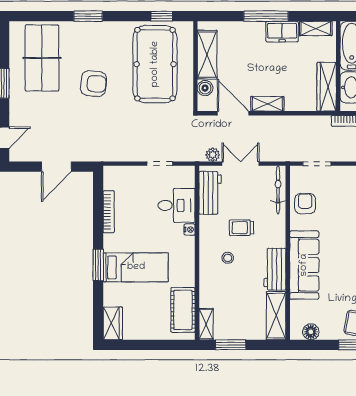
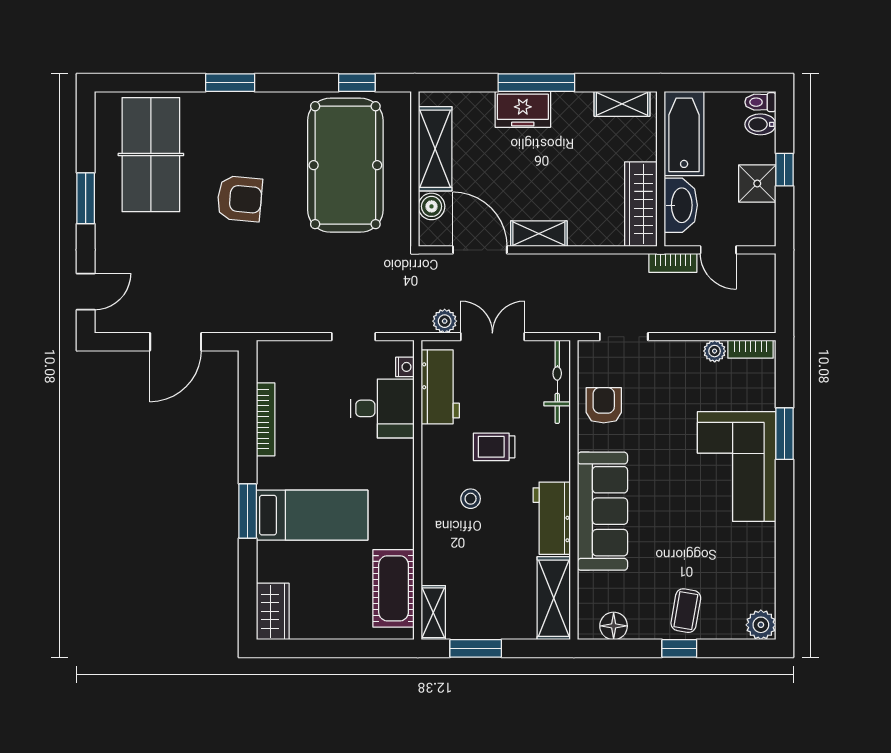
freezer: (282, 32) -> (523, 109), moved
nightstand: (190, 230) -> (405, 367), moved

